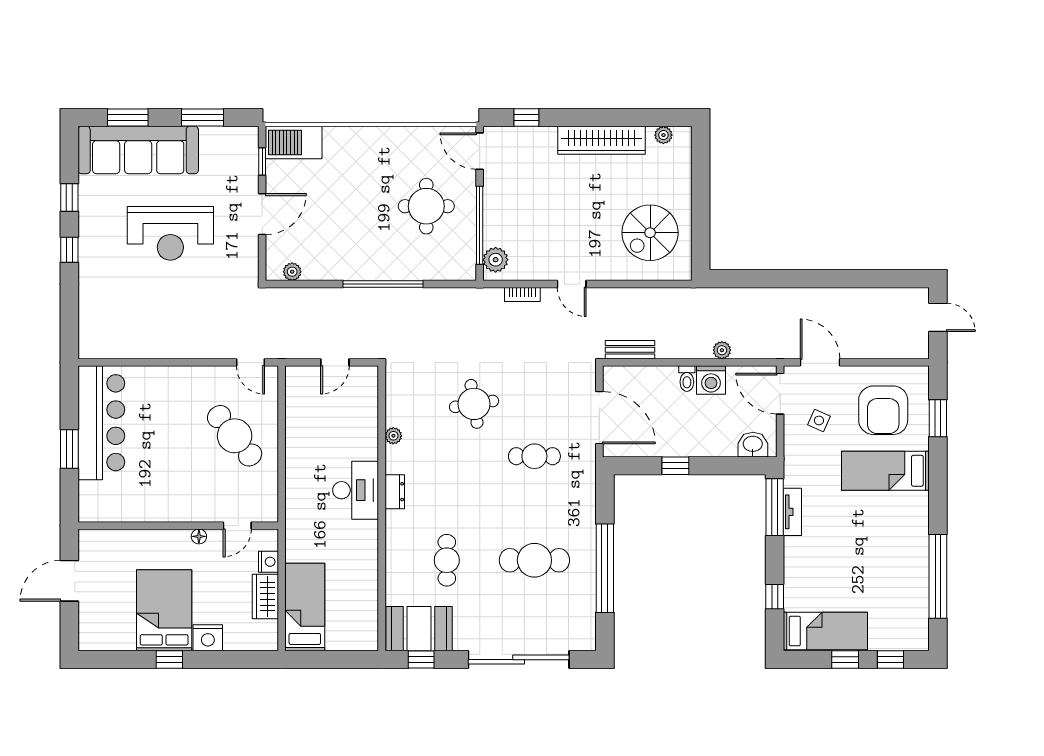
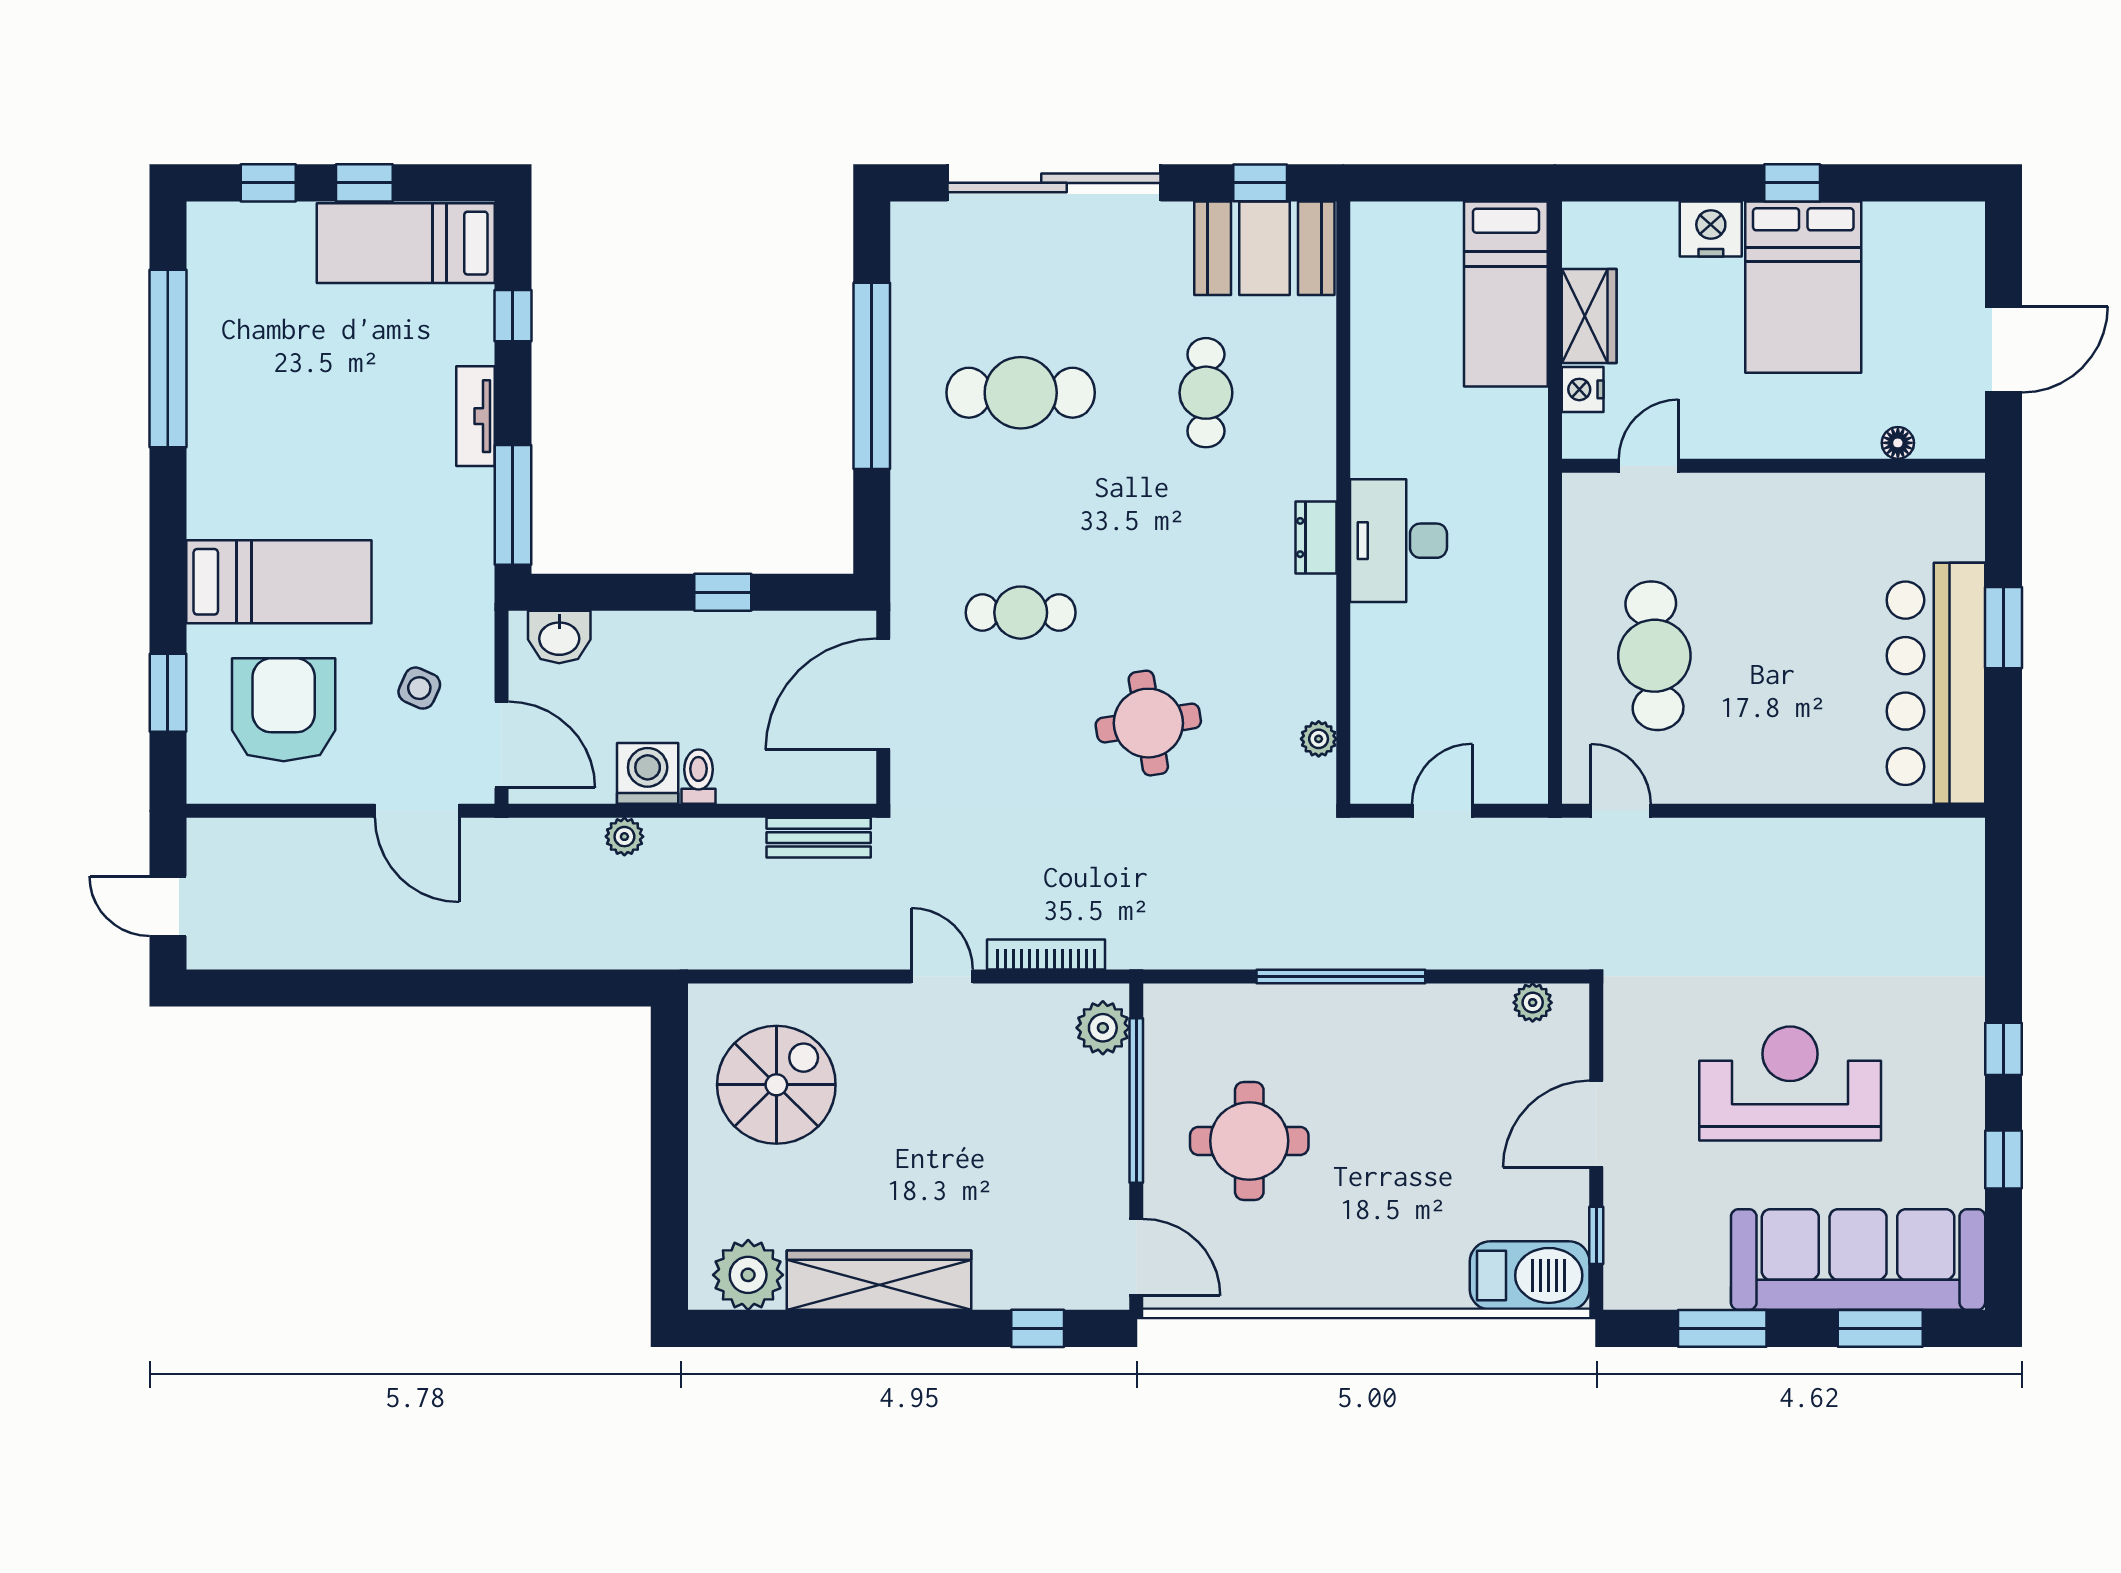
plant: (663, 135) -> (748, 1275), width x1.88, depth x1.88
bookcase: (522, 294) -> (1046, 954), width x1.56
door: (599, 418) -> (883, 694), hinge flipped
cafe table: (235, 436) -> (1654, 656), turned 35
plant: (393, 436) -> (1319, 739), moved
tv unit: (792, 512) -> (475, 416), moved
floor lamp: (199, 536) -> (1898, 443), moved

